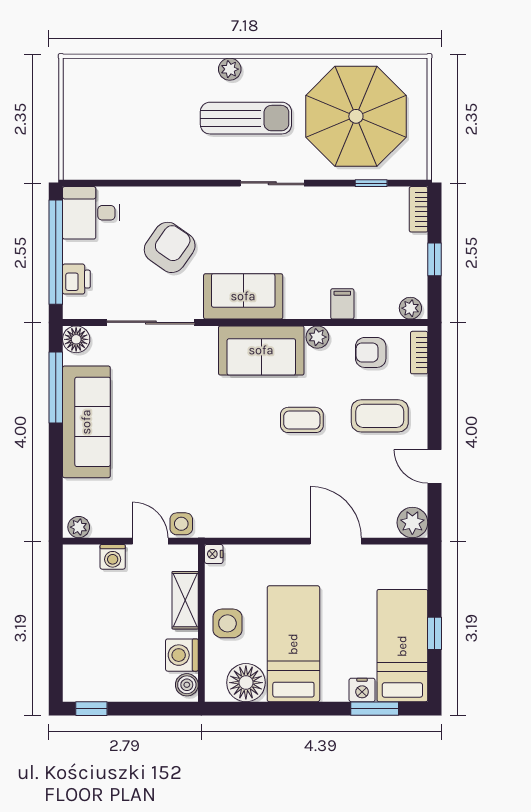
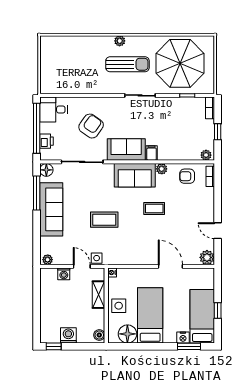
filing cabinet: (342, 304) -> (152, 153), moved
coffee table: (380, 416) -> (104, 220), moved
washing machine: (182, 655) -> (68, 335), moved, turned 90

